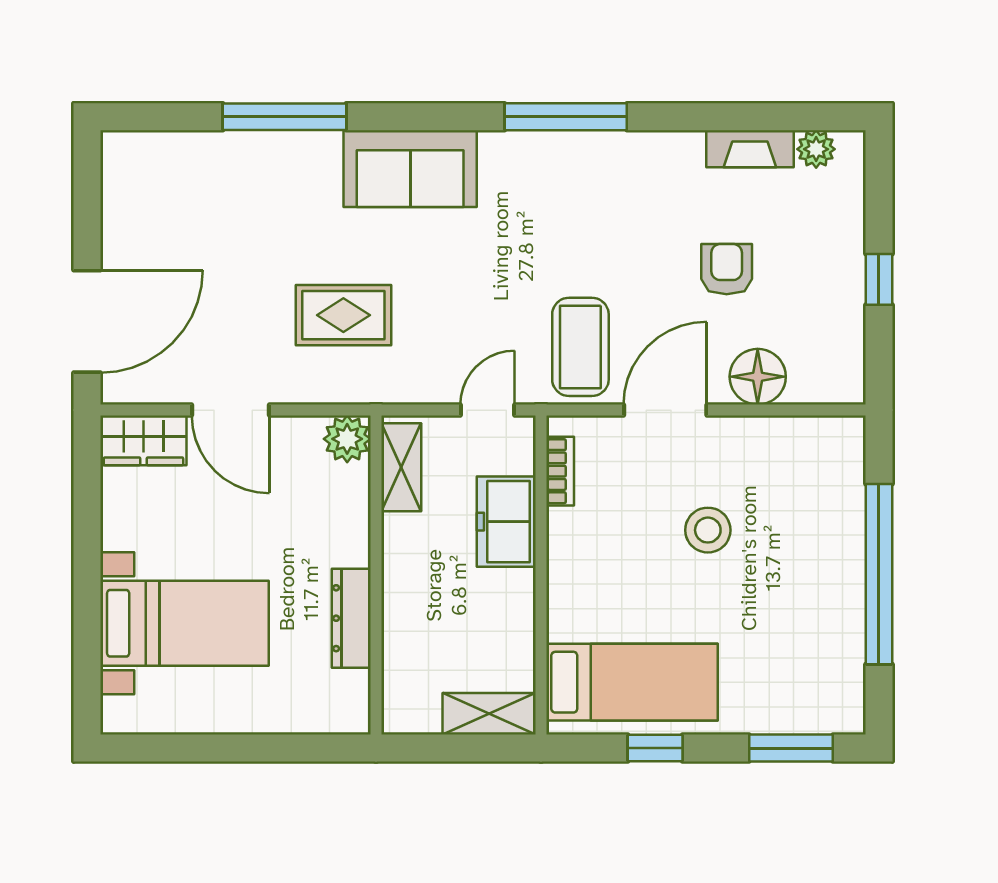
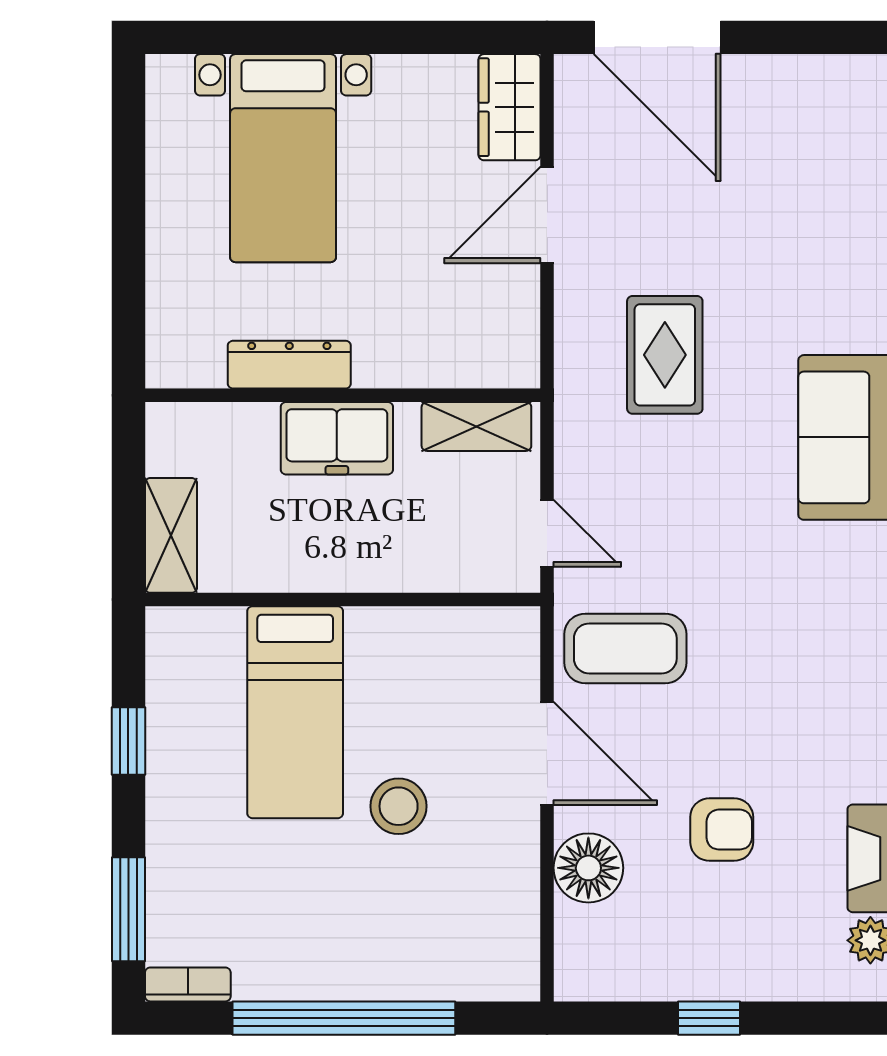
plant: (347, 439) -> (511, 360), removed
bookcase: (560, 471) -> (188, 984), moved, turned 180
freezer: (506, 522) -> (337, 438), moved, turned 180
bed: (632, 682) -> (295, 712), moved

